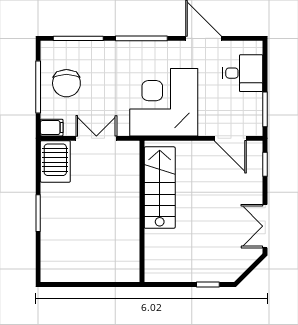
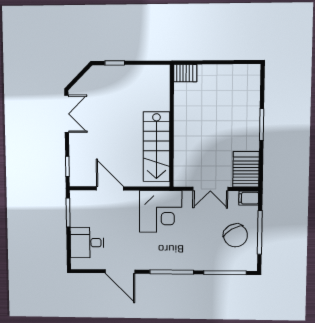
chair: (66, 83) -> (235, 235), turned 150
corner desk: (164, 102) -> (161, 212), width x0.74, depth x0.74
door: (230, 138) -> (110, 188), moved
server rack: (127, 272) -> (185, 73), added

